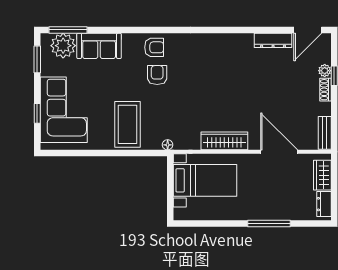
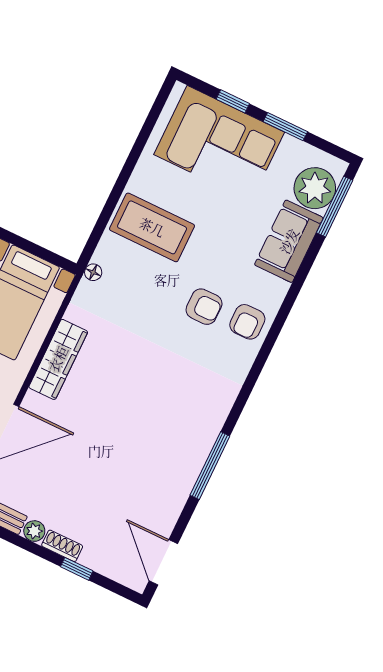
window: (243, 30) -> (210, 466), added
dresser: (273, 40) -> (173, 503), removed
window: (37, 59) -> (285, 127), moved
plant: (325, 71) -> (34, 531), moved

